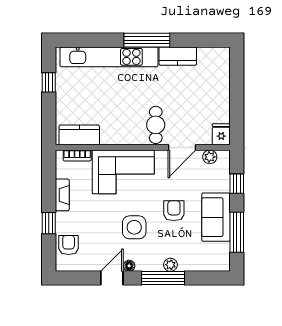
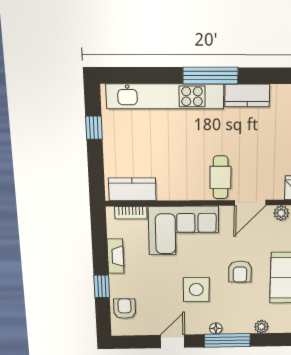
armchair: (174, 211) -> (240, 272), turned 180
plant: (170, 265) -> (261, 327), moved
floor lamp: (129, 266) -> (216, 328), moved

